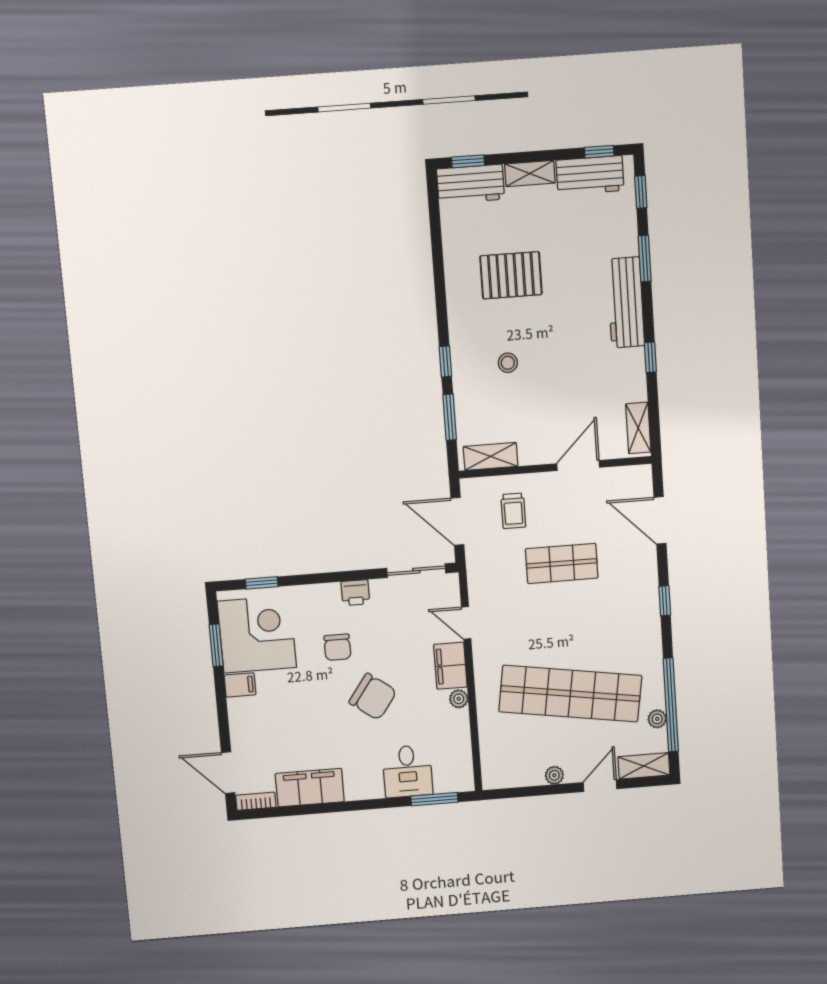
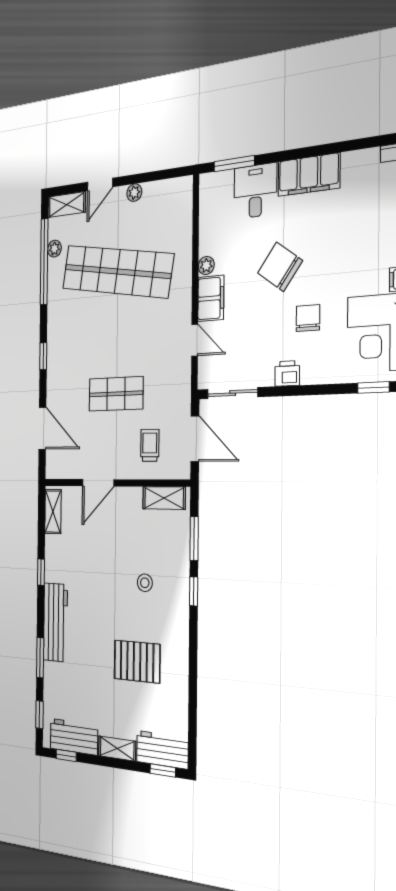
filing cabinet: (310, 788) -> (309, 175), moved

